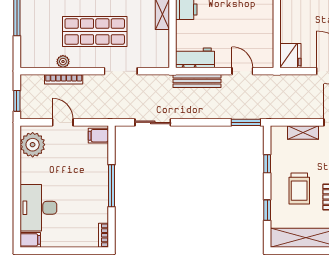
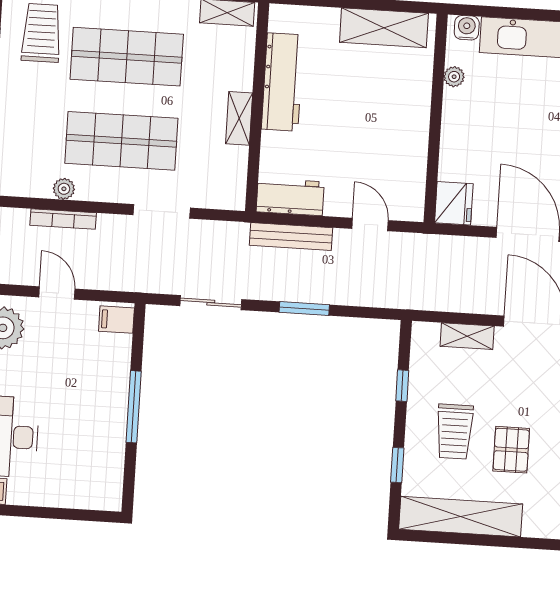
window: (246, 122) -> (304, 308), moved
bookcase: (103, 235) -> (114, 491), removed

